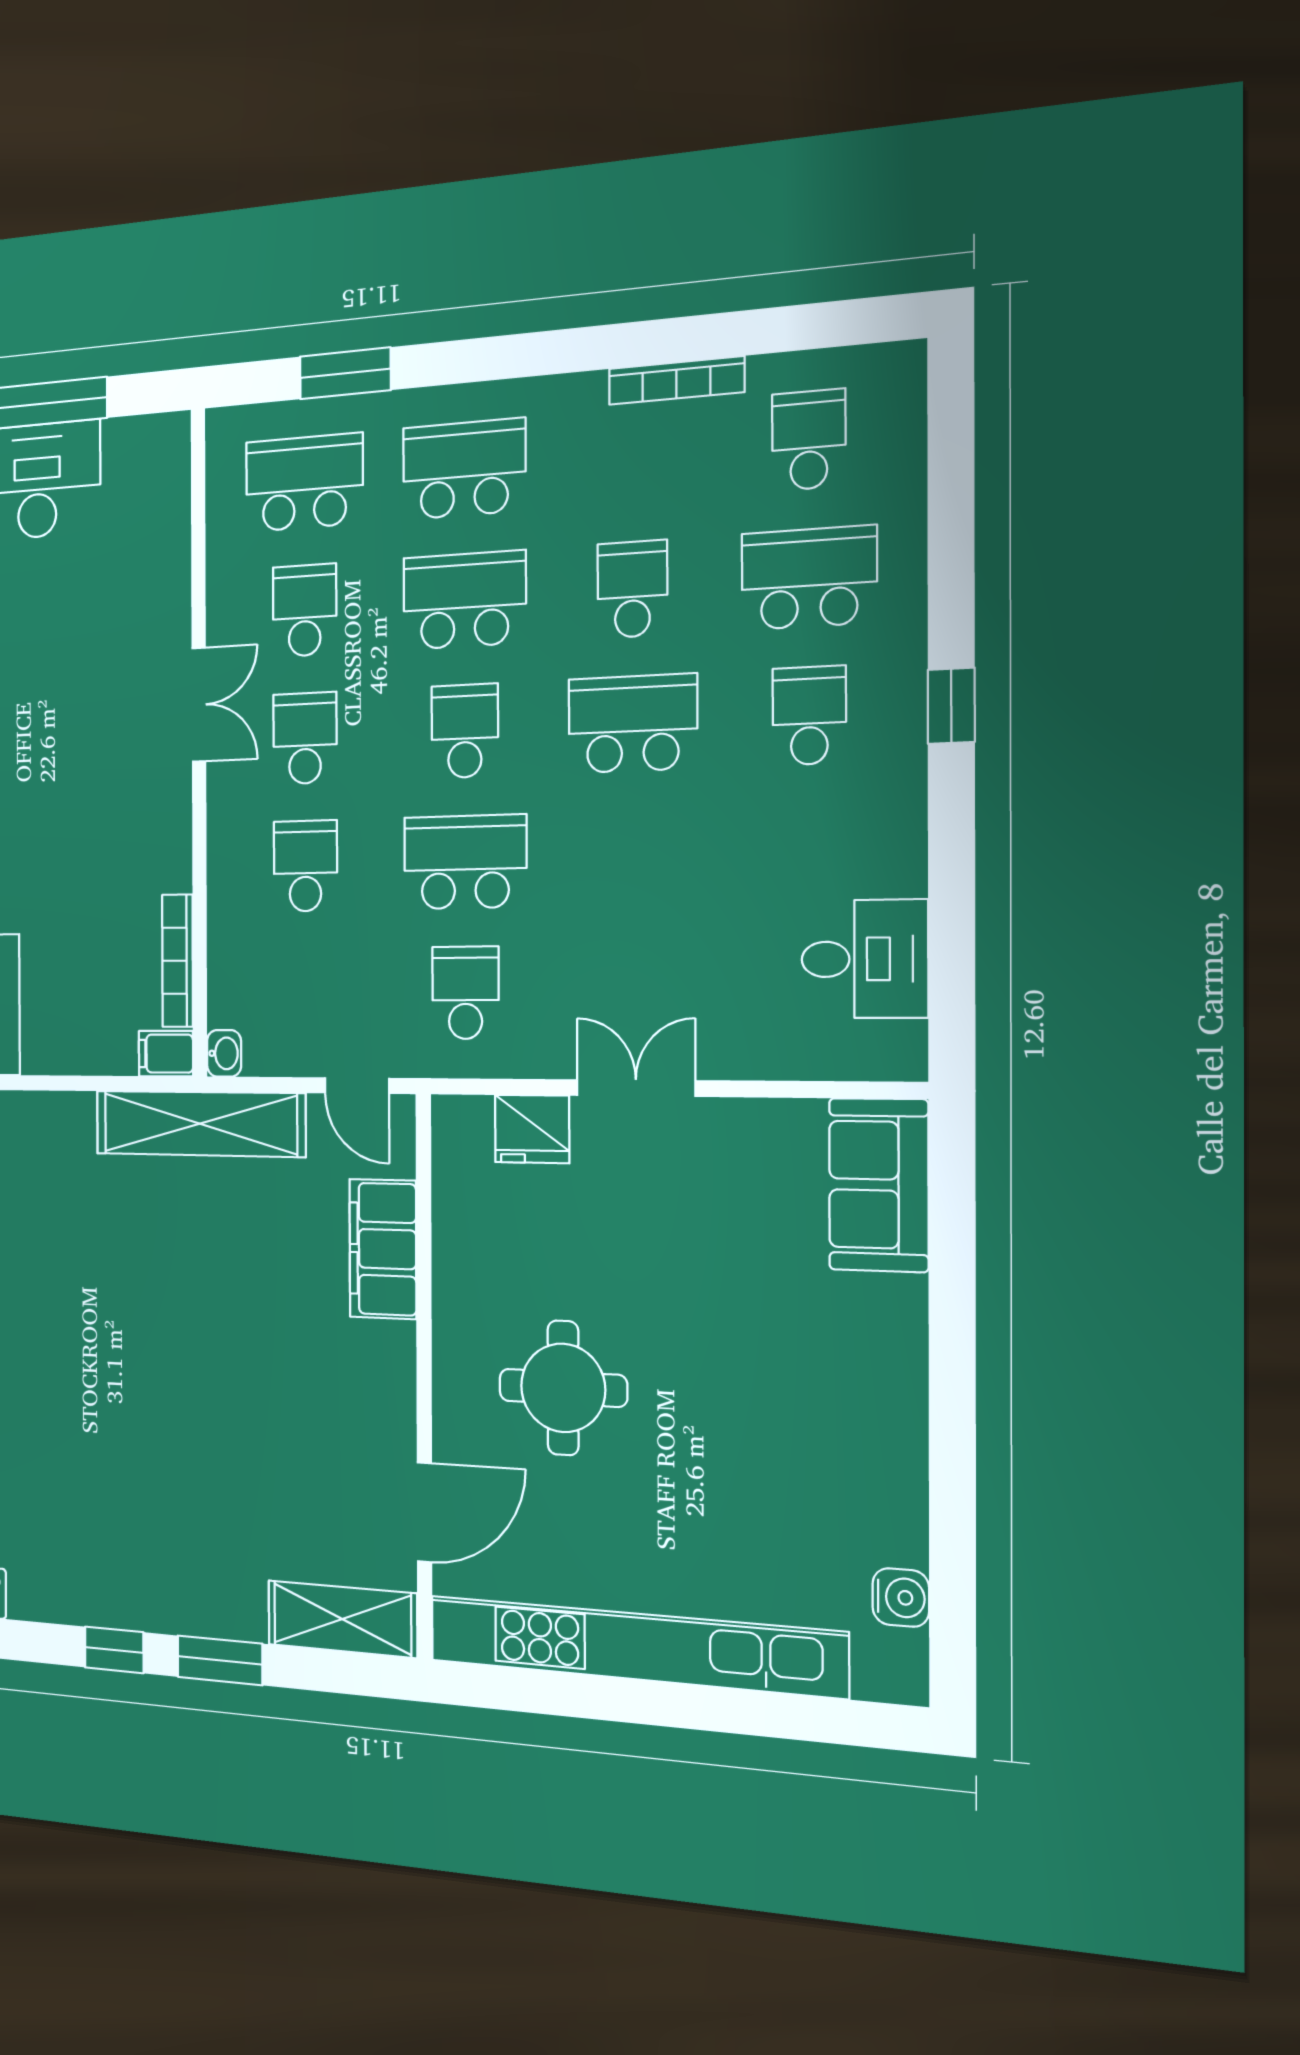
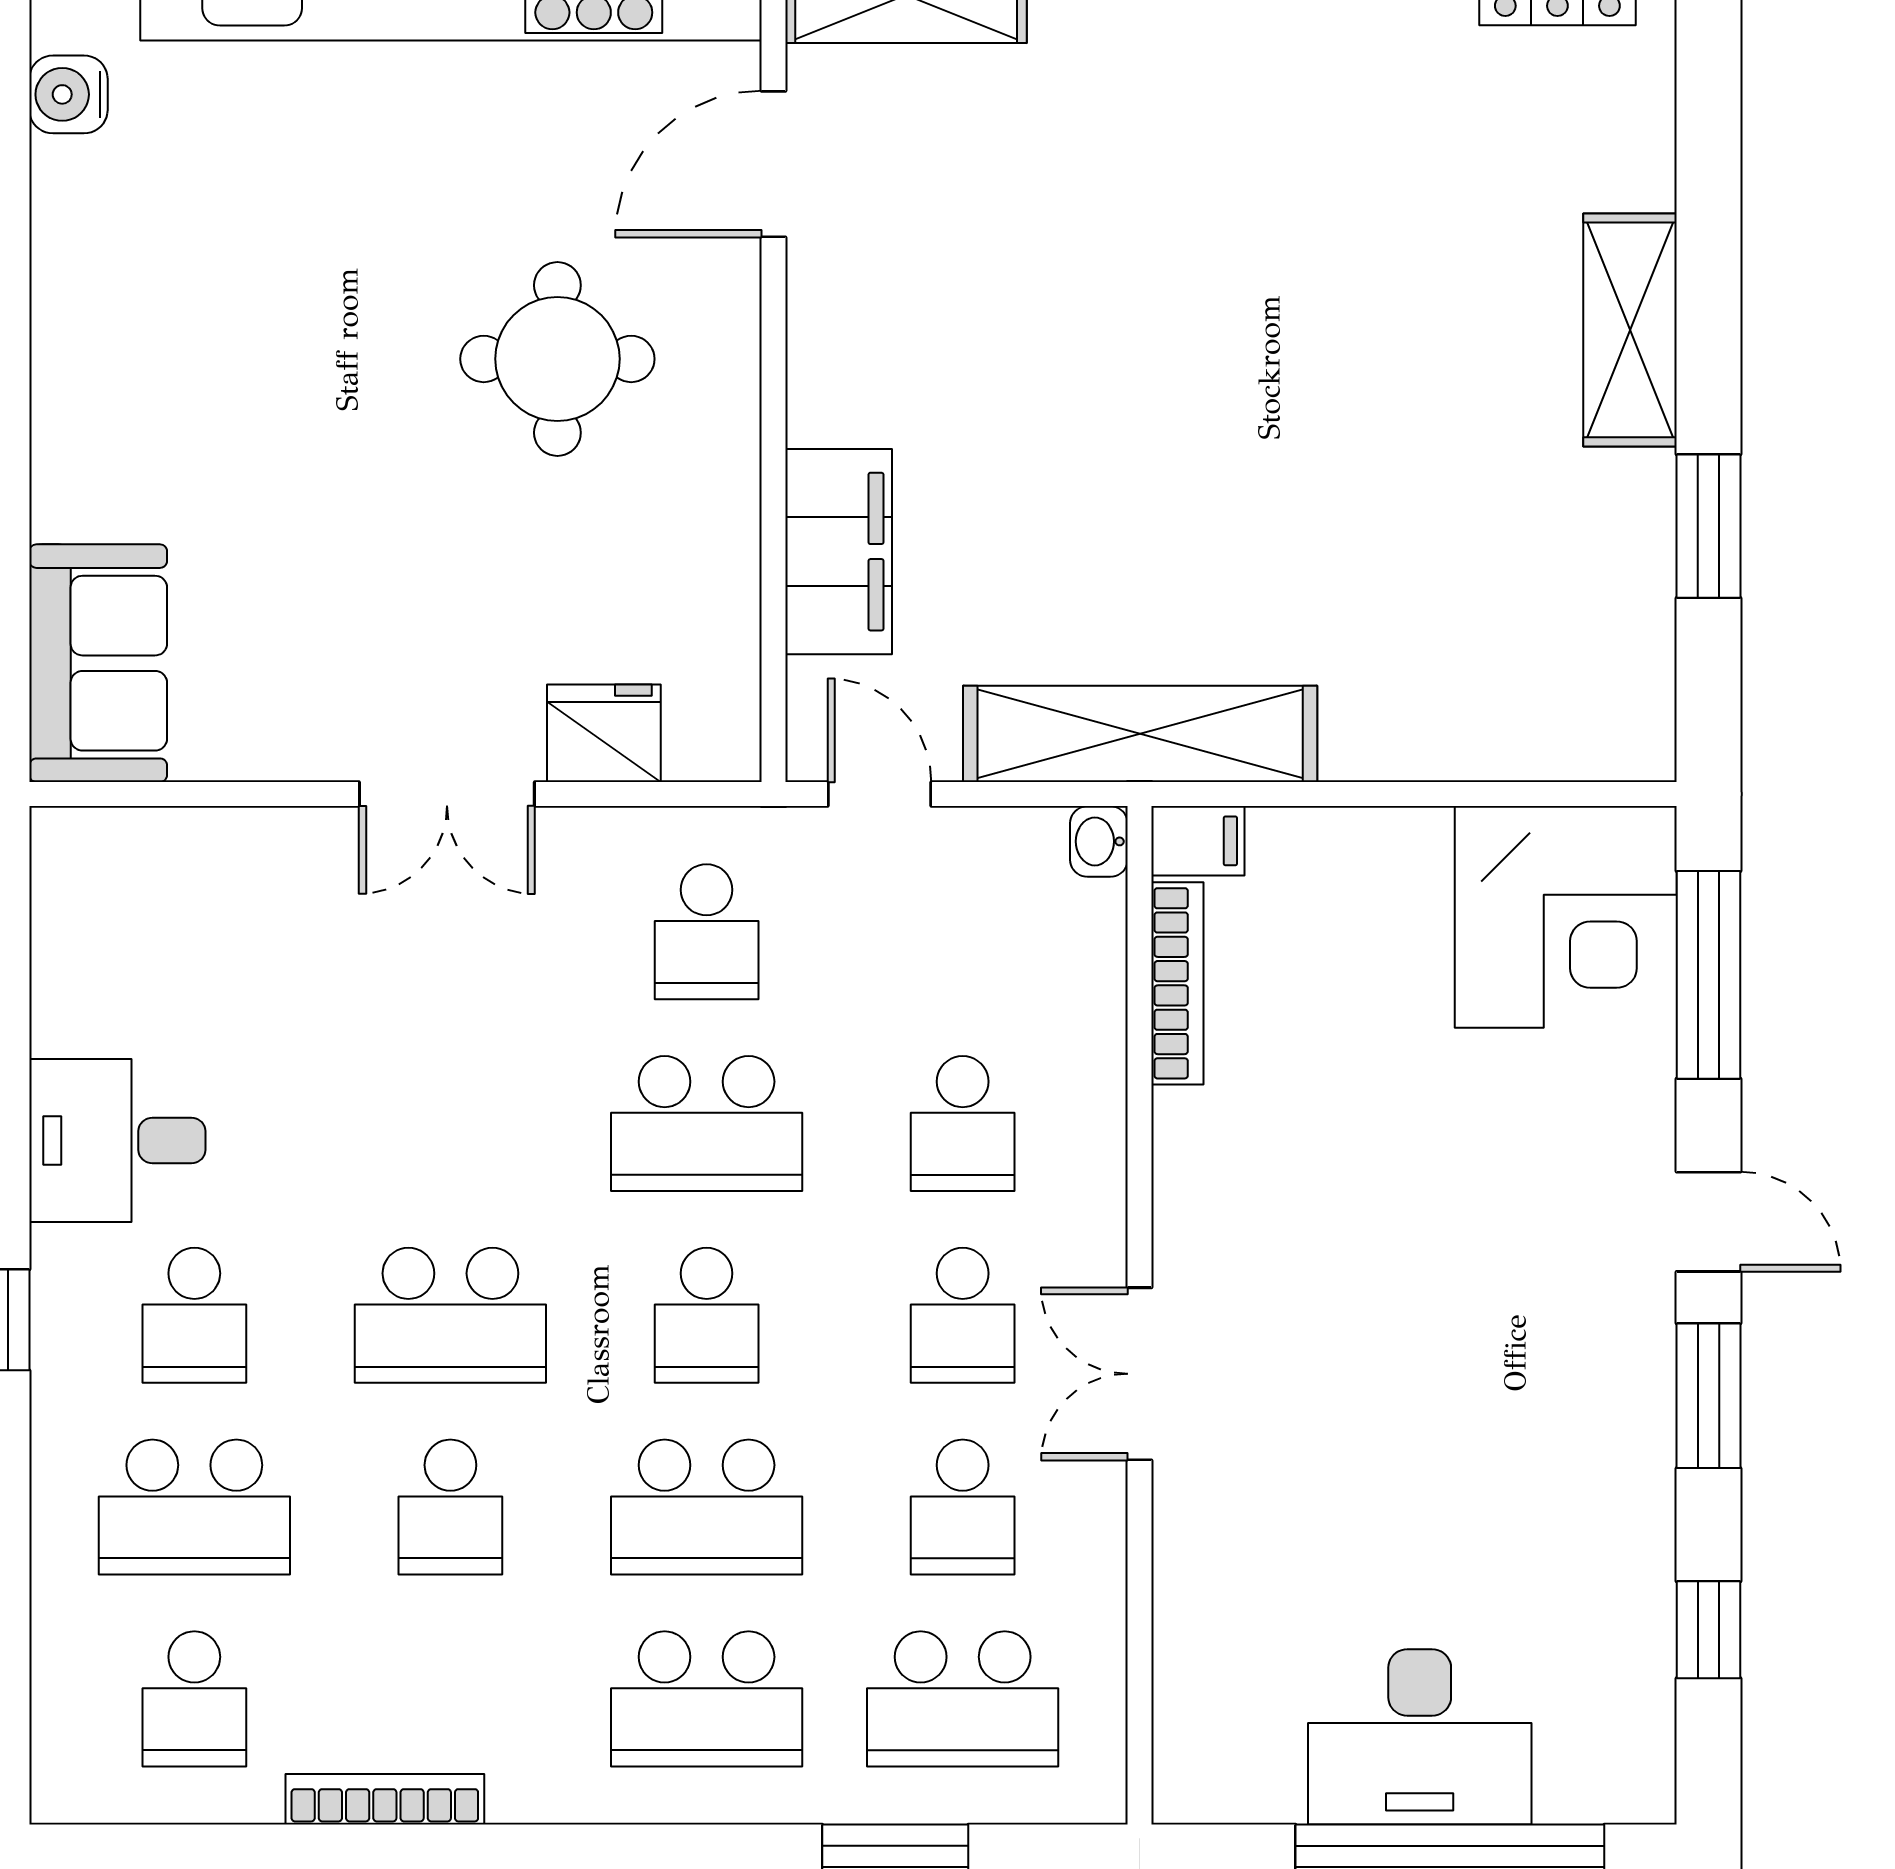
desk: (864, 959) -> (117, 1141), moved

